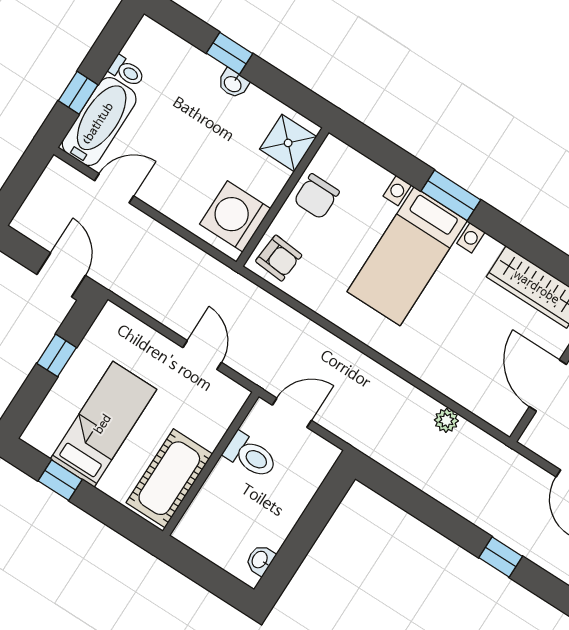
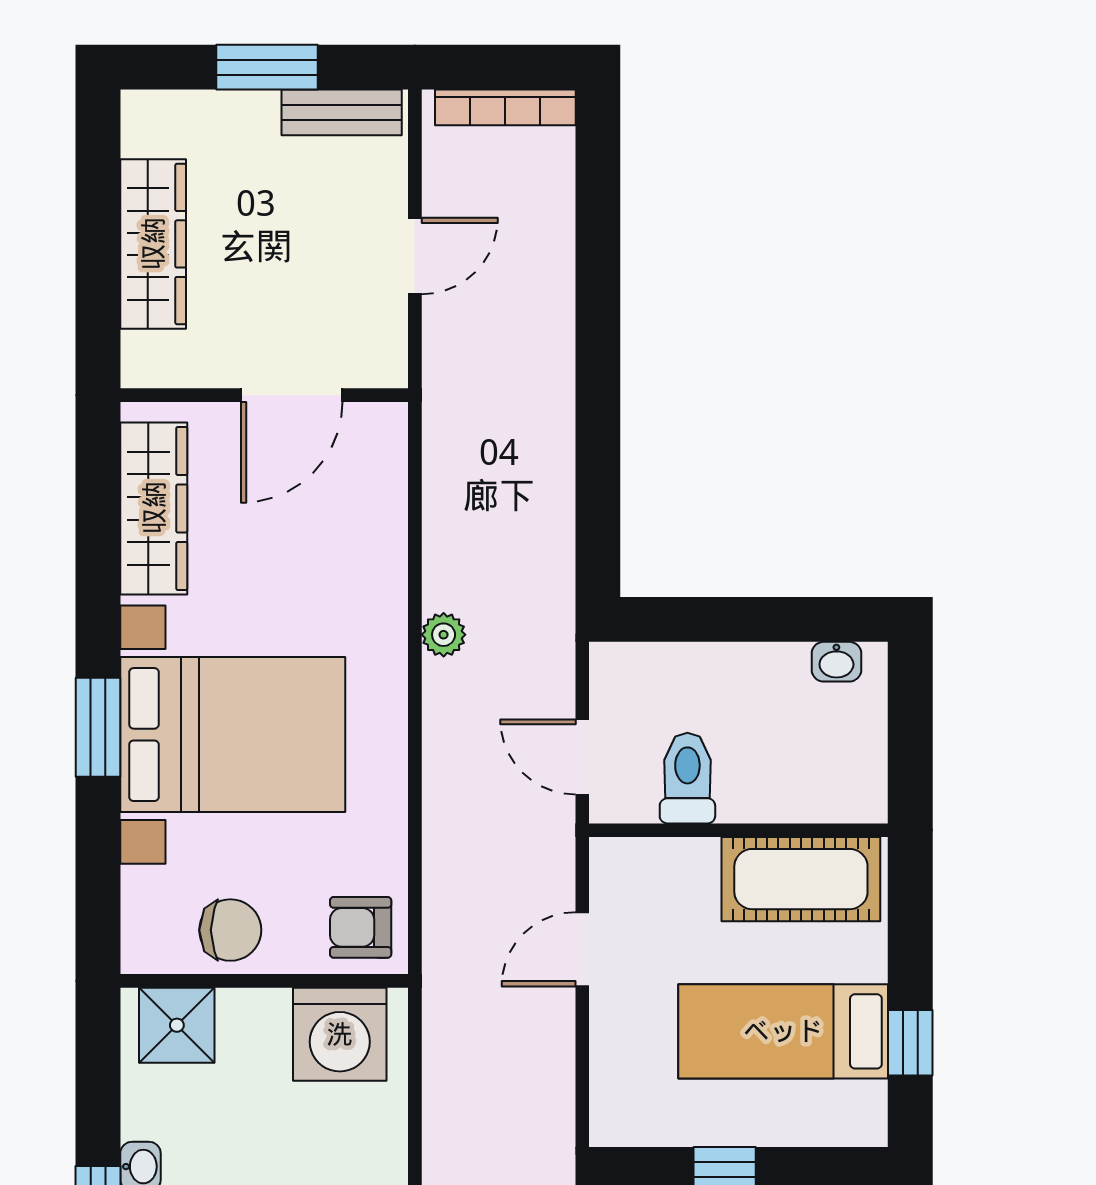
bed with nightstands: (407, 256) -> (233, 735), width x1.36
armchair: (279, 258) -> (361, 927), turned -95
plant: (446, 420) -> (444, 635), moved
window: (501, 557) -> (598, 300), removed

